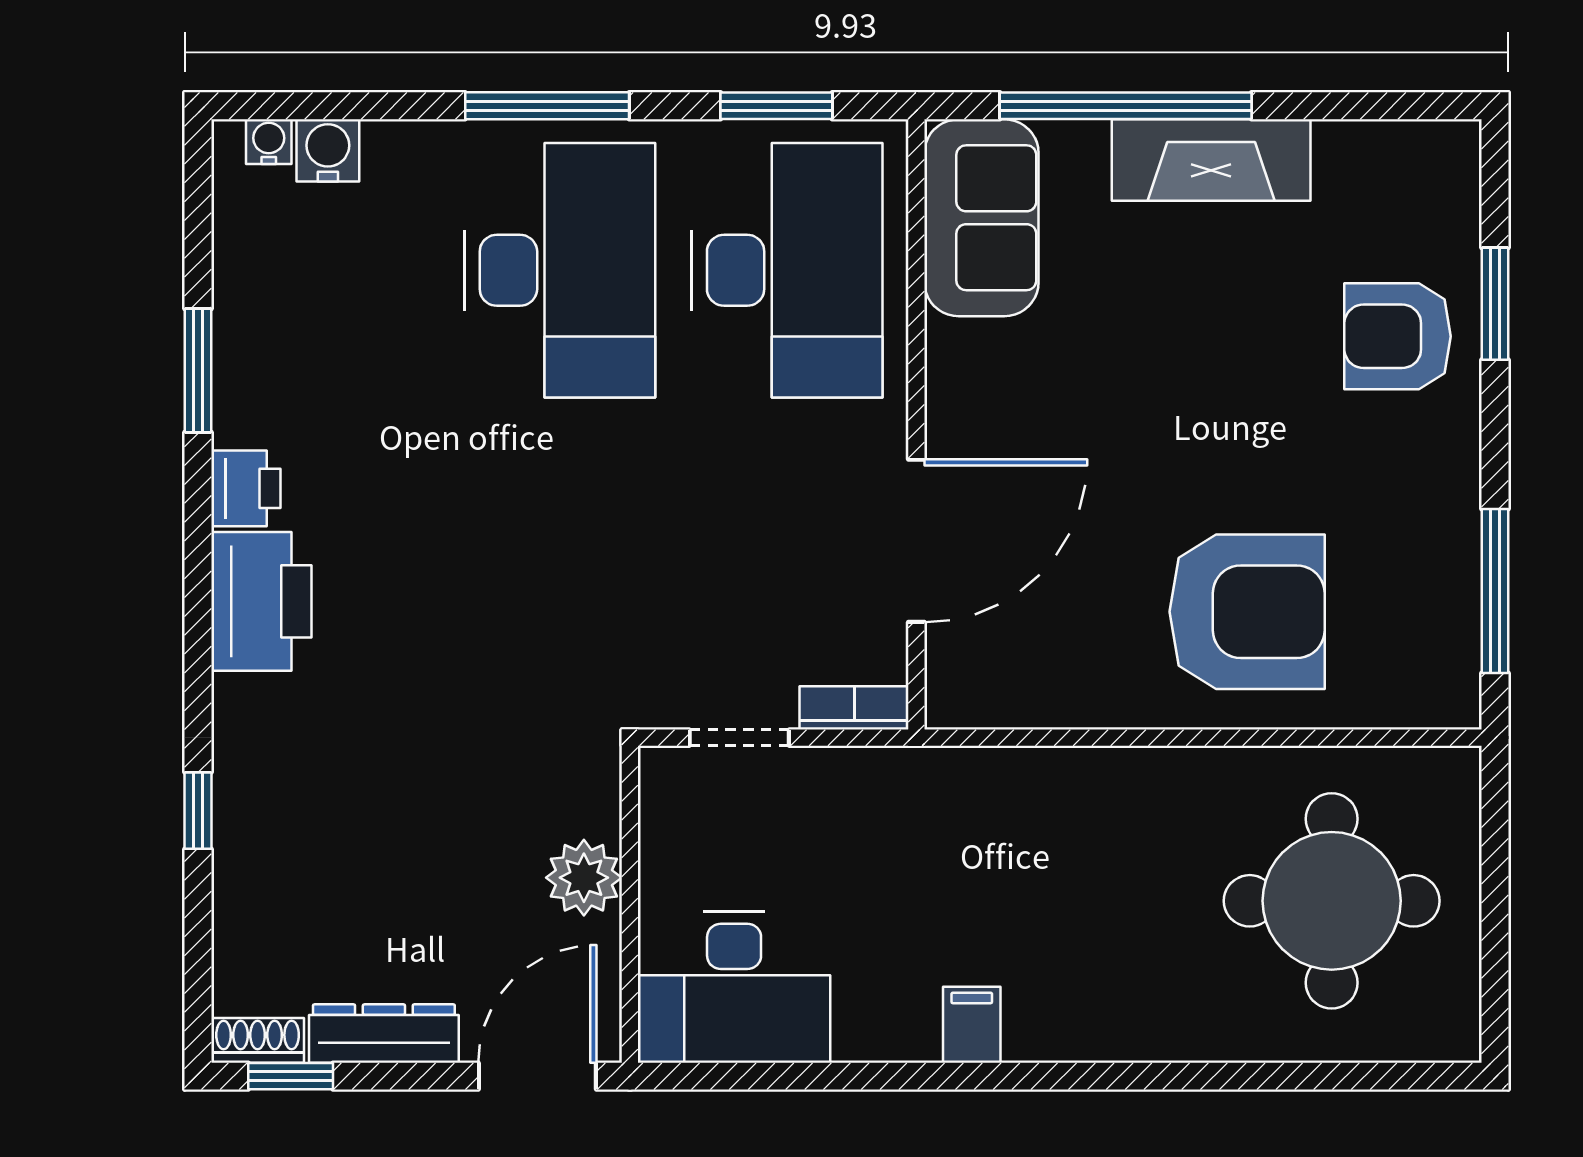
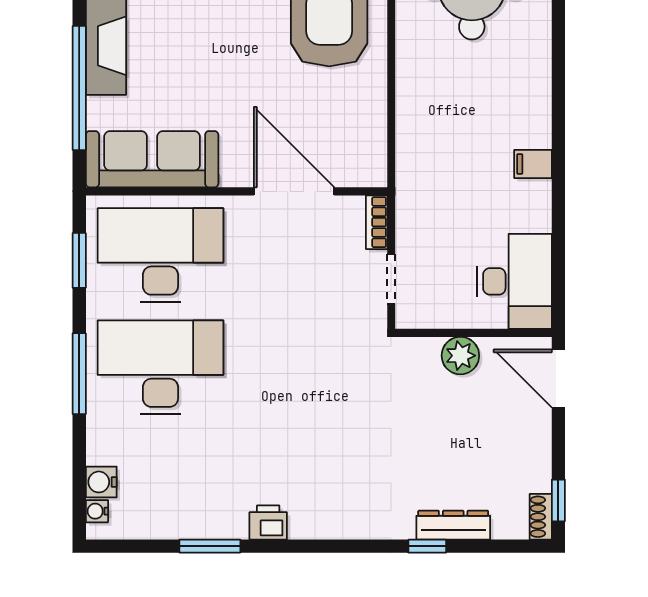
sofa: (981, 218) -> (152, 159), width x1.36
printer: (261, 601) -> (324, 515), removed
dresser: (384, 1034) -> (453, 525), moved, turned 90

